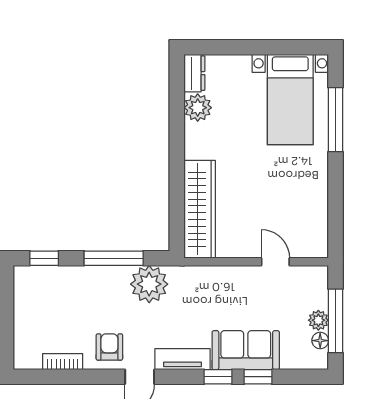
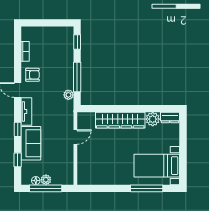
wardrobe: (200, 209) -> (120, 120), moved
door: (275, 262) -> (75, 137), moved
plant: (149, 284) -> (68, 95), width x0.53, depth x0.53
window: (258, 377) -> (18, 160), moved

